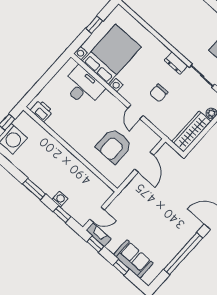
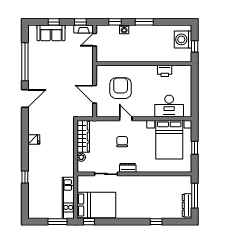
printer: (42, 111) -> (165, 71), moved

